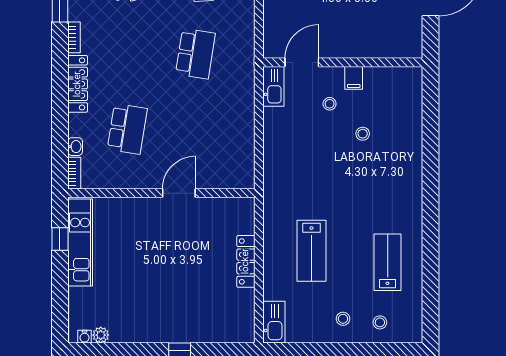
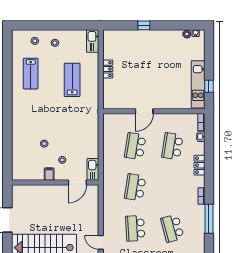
locker: (78, 84) -> (199, 165), width x0.66
school desk: (195, 129) -> (135, 146), added
locker: (246, 261) -> (108, 69), width x0.66

